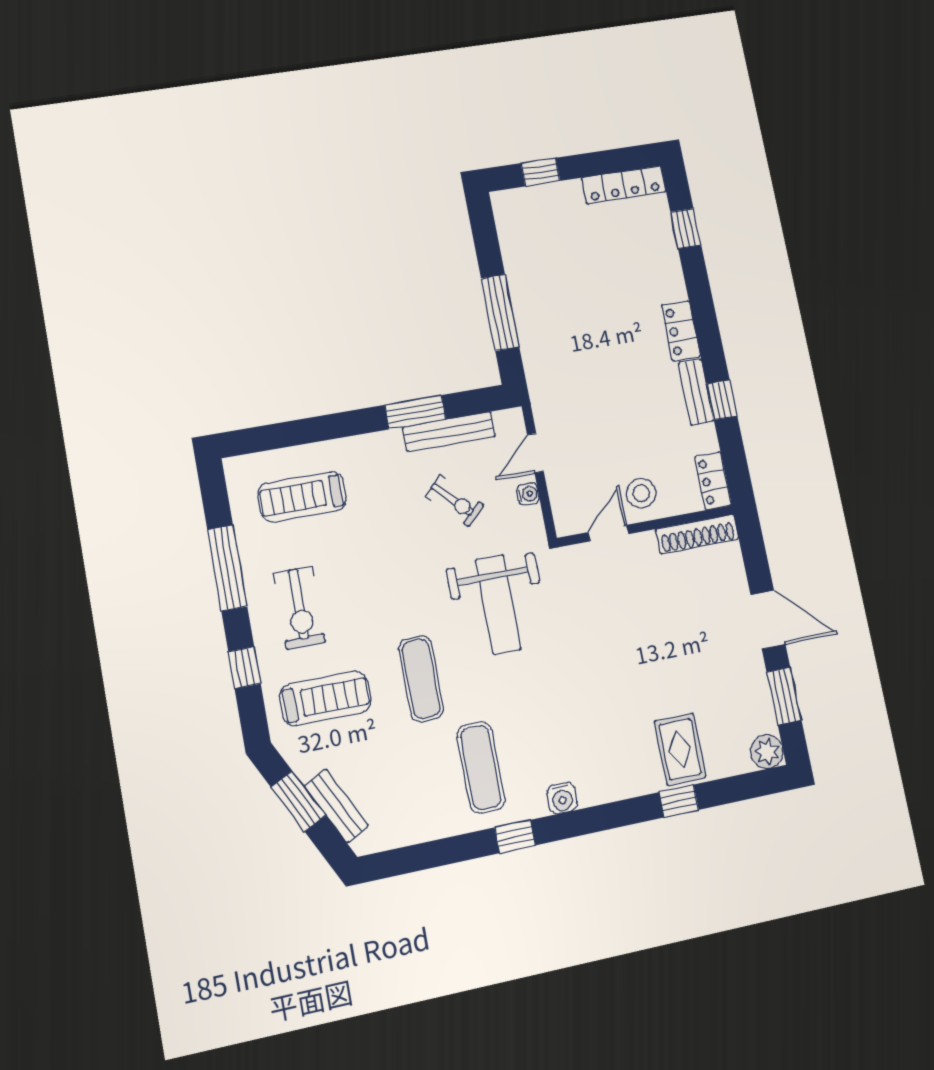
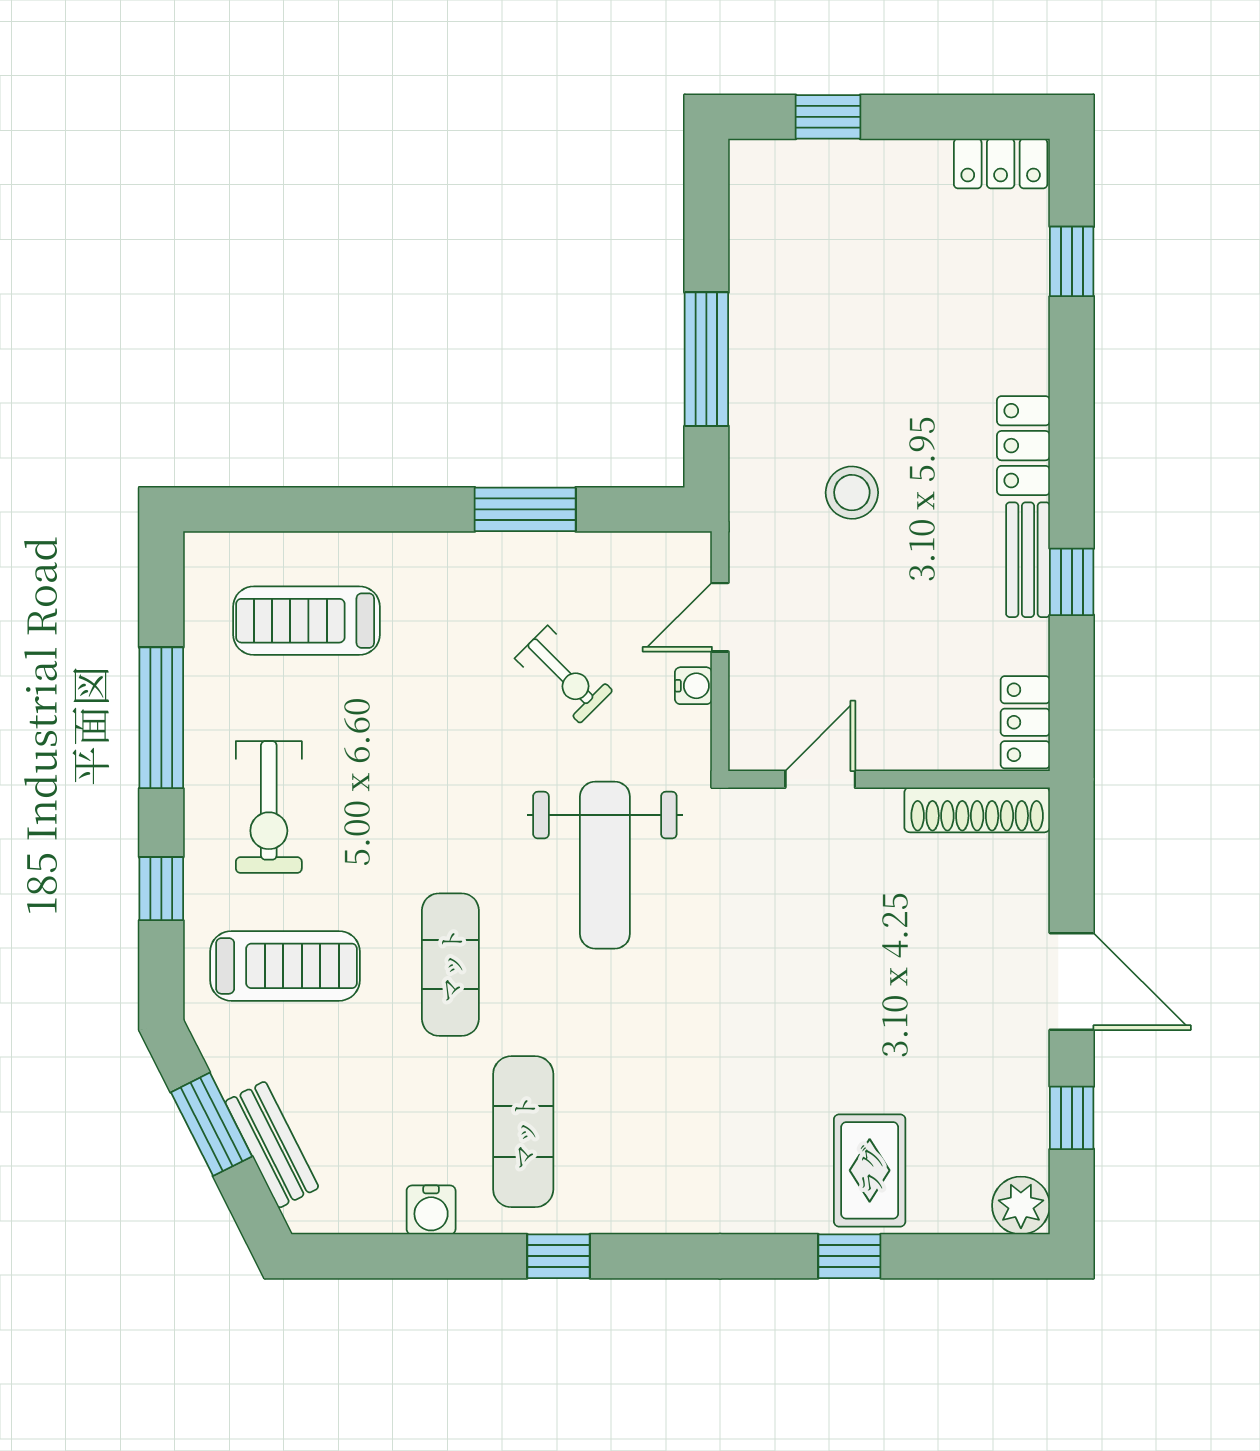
locker: (624, 185) -> (1001, 164), width x0.66
bench: (449, 432) -> (577, 553), removed
stool: (641, 493) -> (852, 493), moved
window: (784, 696) -> (1072, 1118), width x0.67
water cooler: (562, 798) -> (431, 1210), moved

